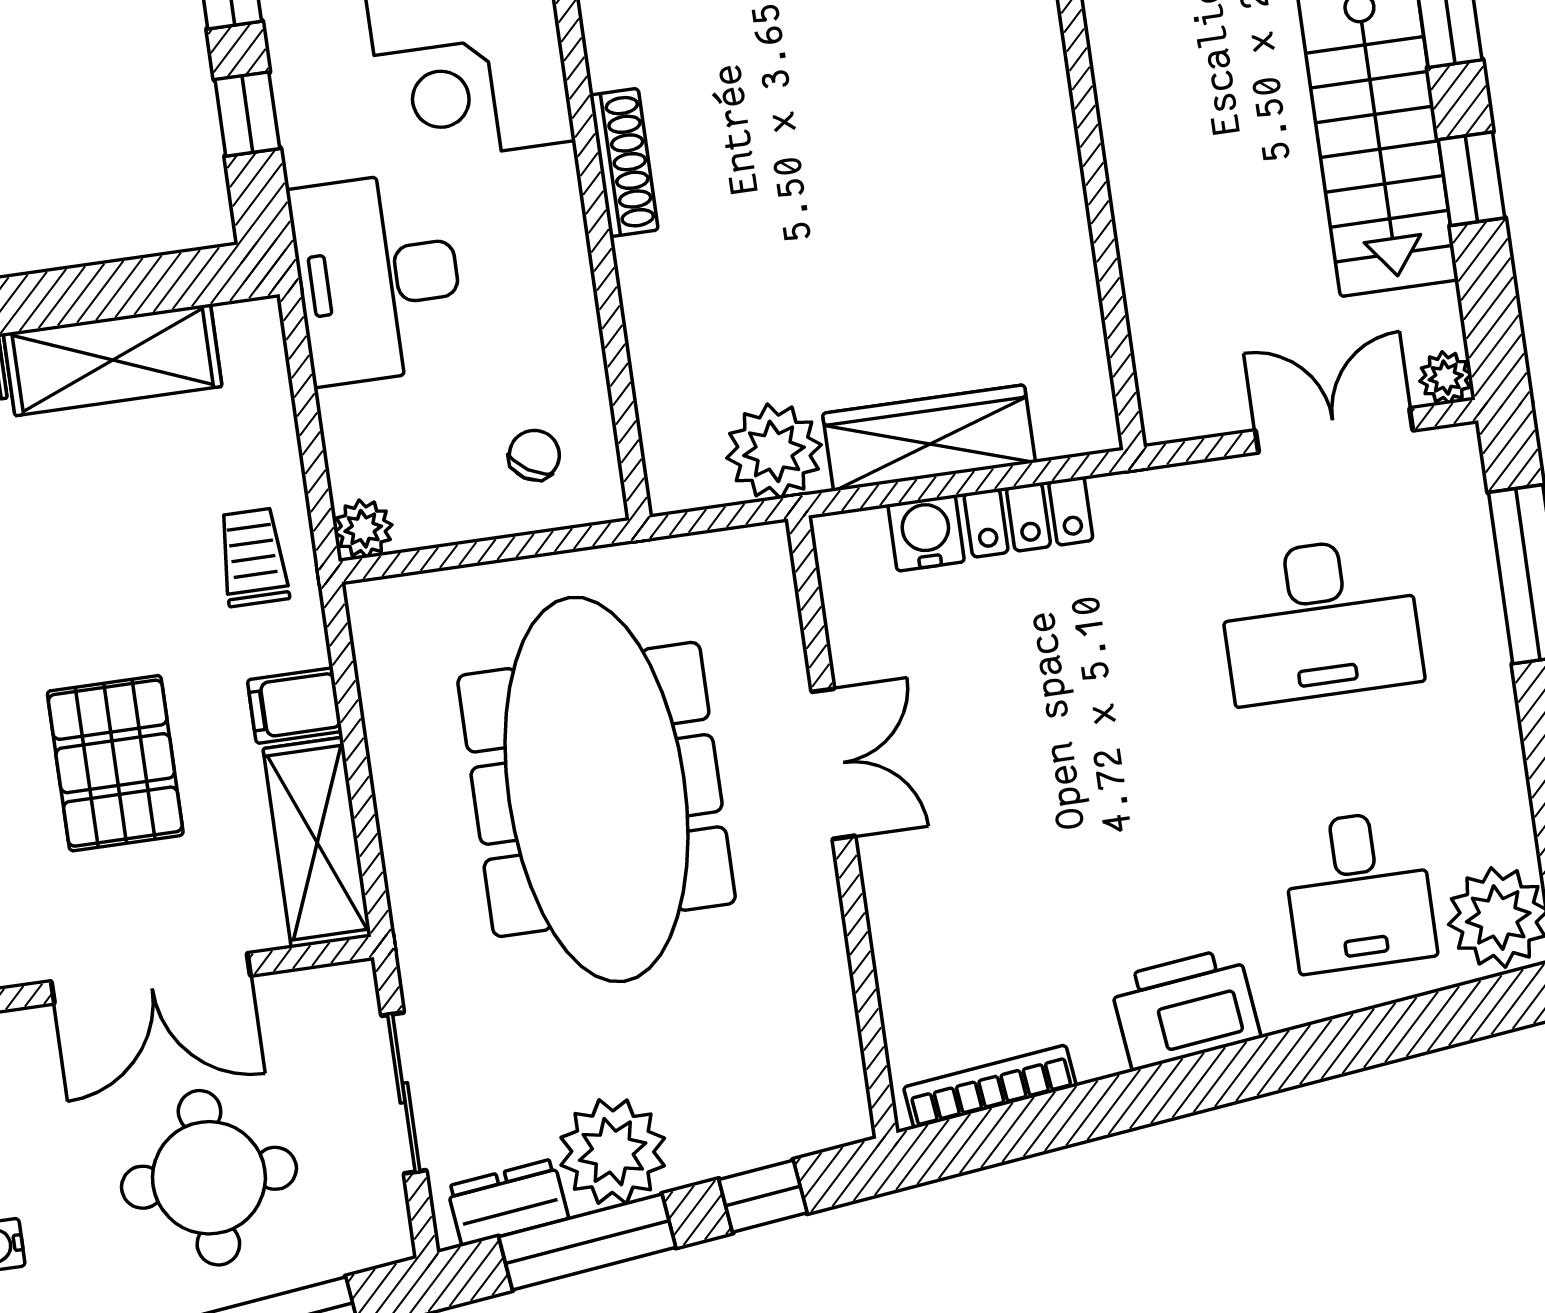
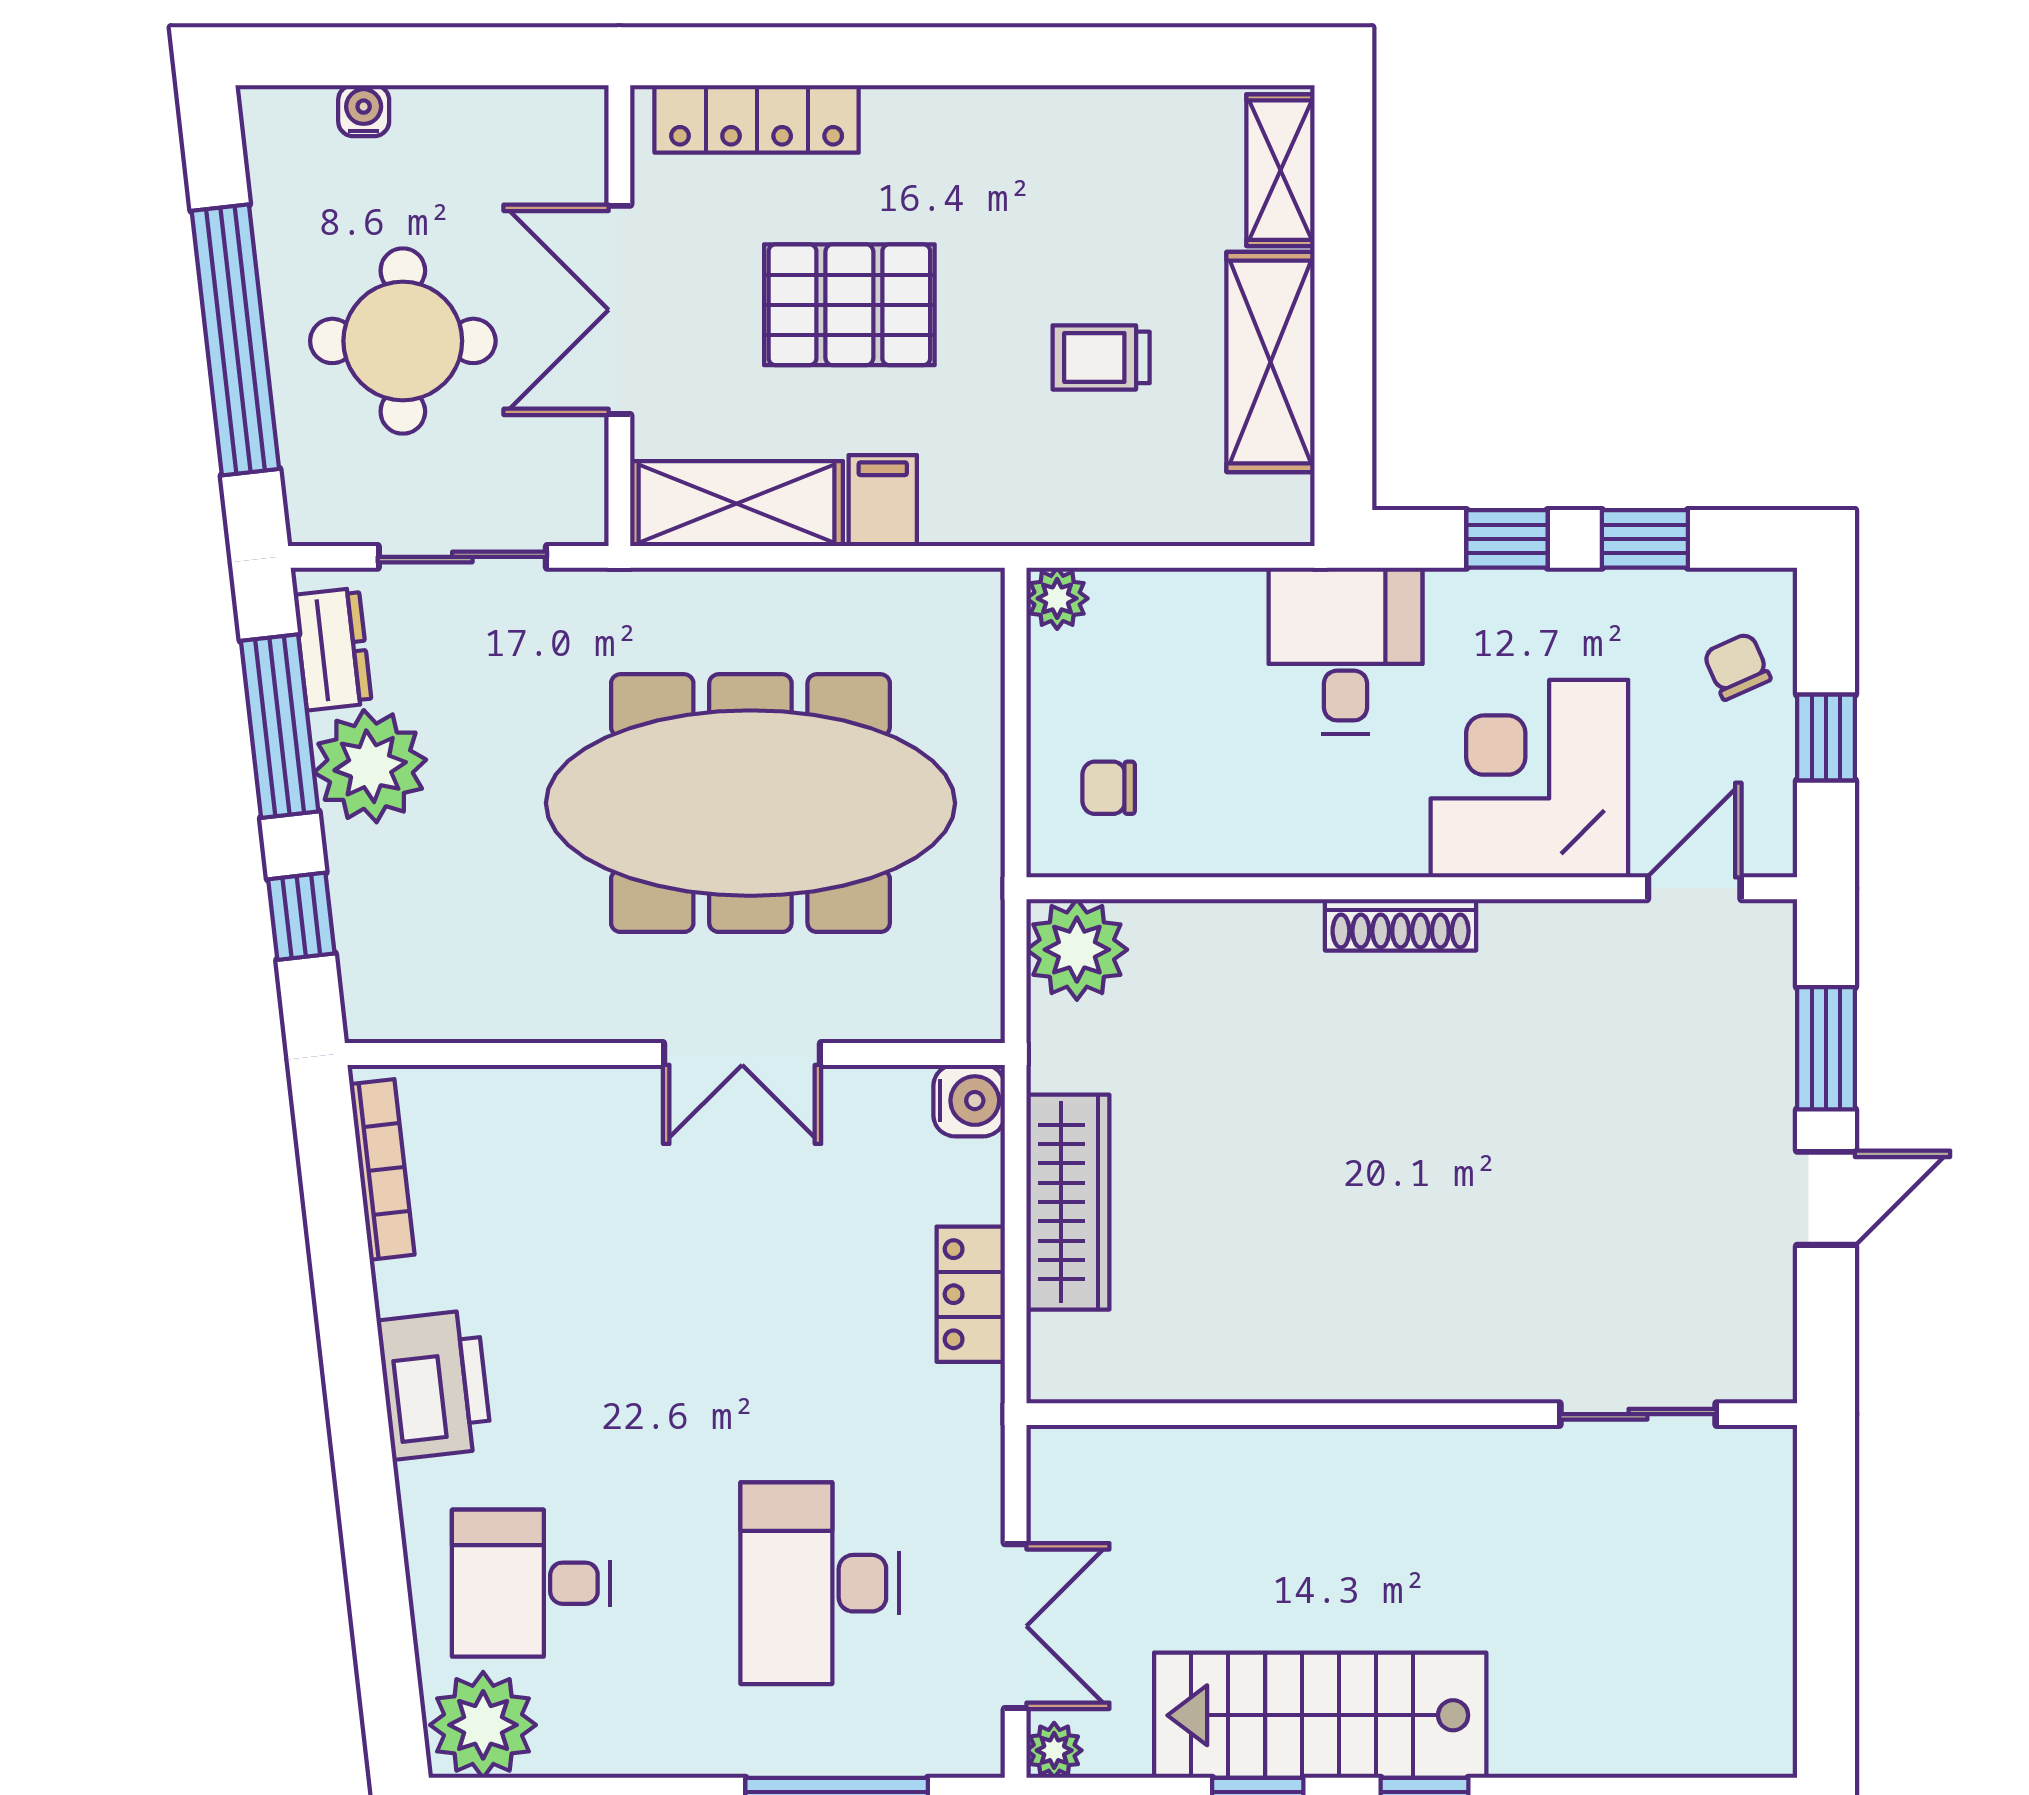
desk: (378, 278) -> (1345, 651), width x0.73
plant: (774, 451) -> (1077, 950), moved
chair: (534, 455) -> (1109, 788), turned 148
water cooler: (926, 533) -> (969, 1101), moved
trolley: (253, 557) -> (1101, 357), moved, turned 180

